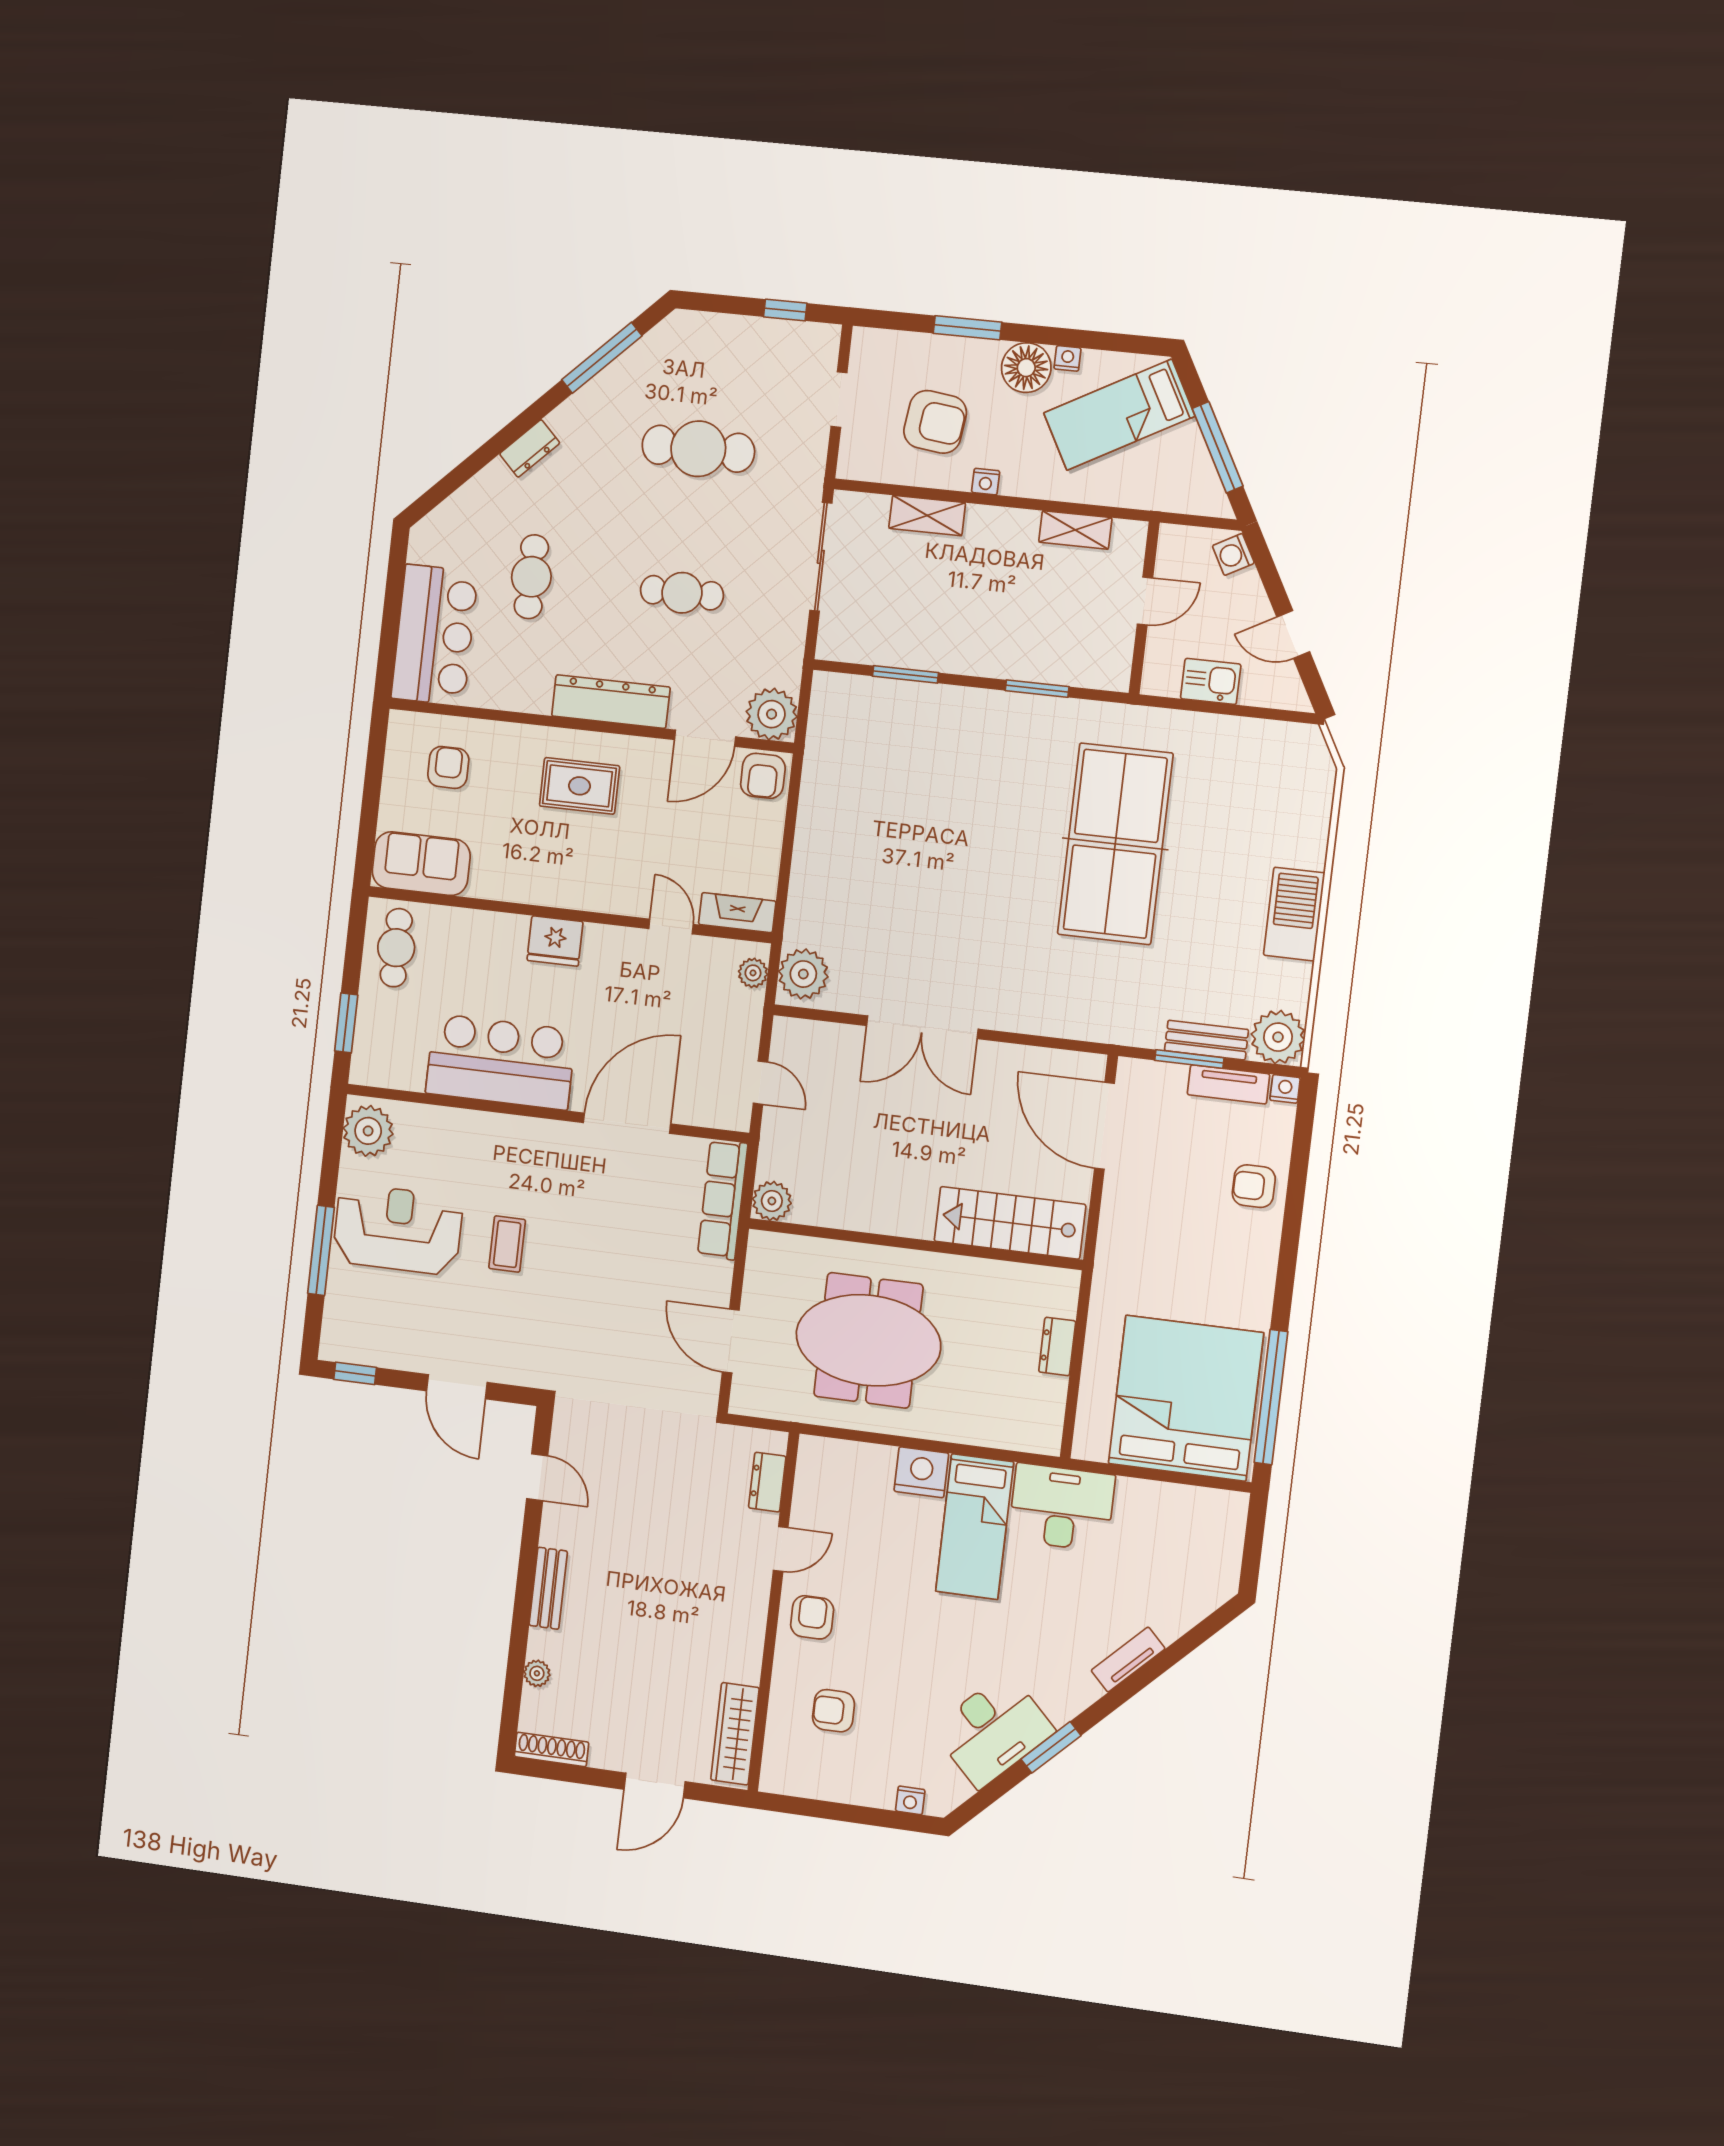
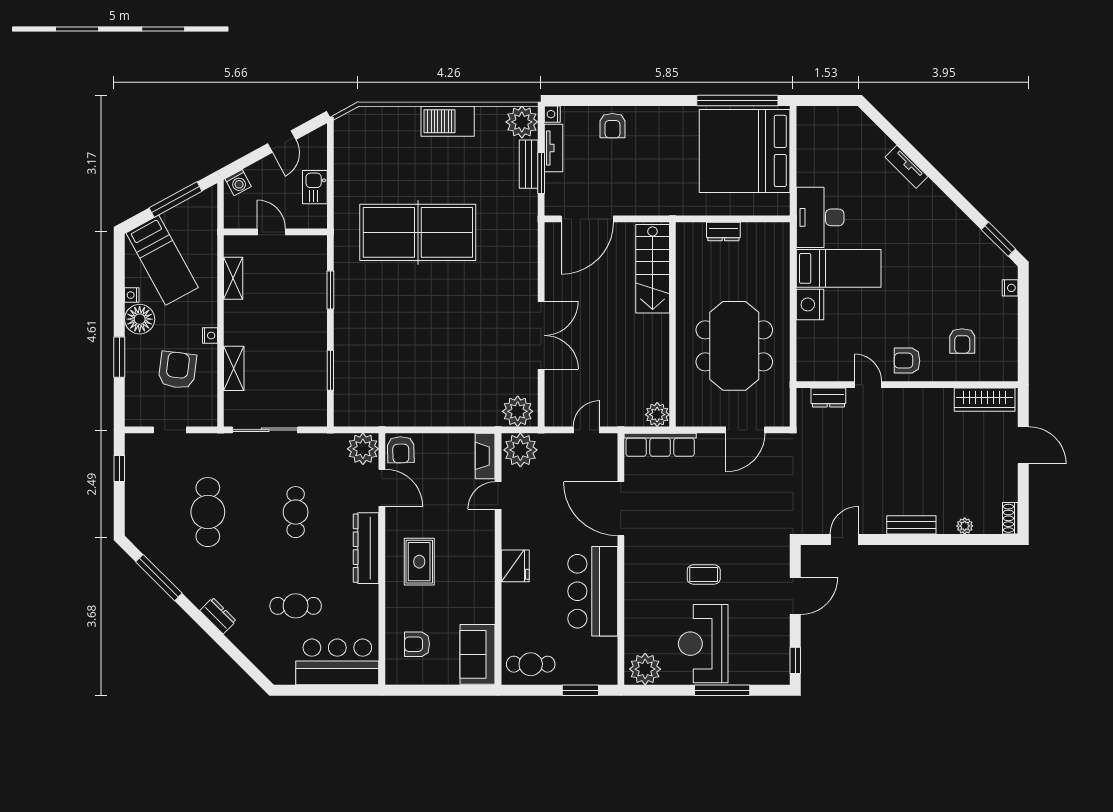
armchair: (763, 776) -> (401, 450), turned 89
plant: (753, 973) -> (520, 450), width x1.88, depth x1.88
desk: (993, 1730) -> (960, 243), removed
window: (1051, 1747) -> (998, 239), moved
shoe rack: (552, 1749) -> (1010, 518), width x0.70

